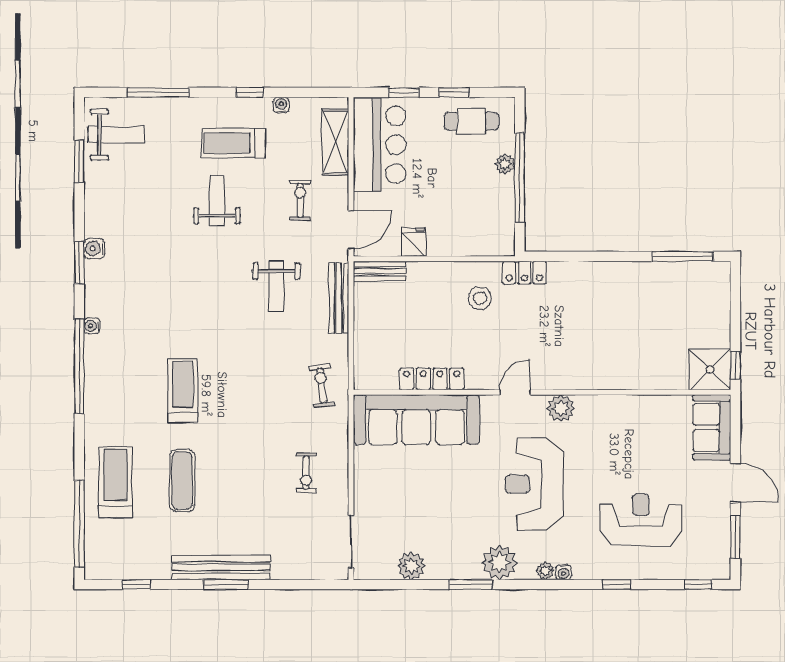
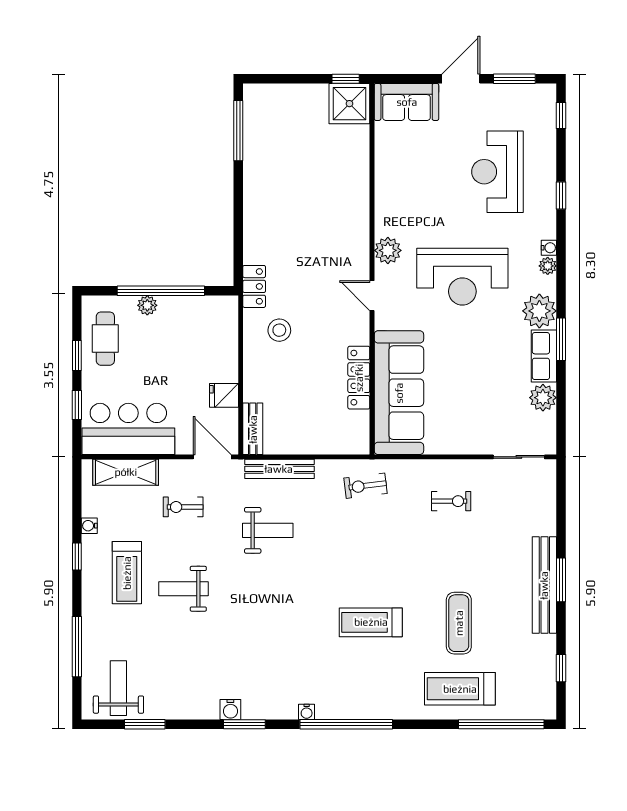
exercise mat: (182, 481) -> (459, 623), turned 90
row of seats: (454, 567) -> (544, 356), added

